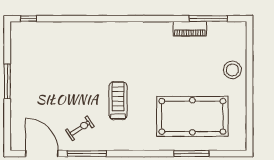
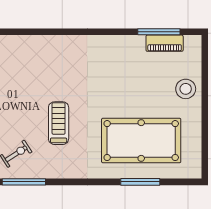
piano: (190, 29) -> (165, 43), moved

